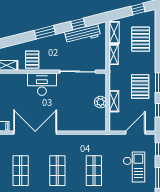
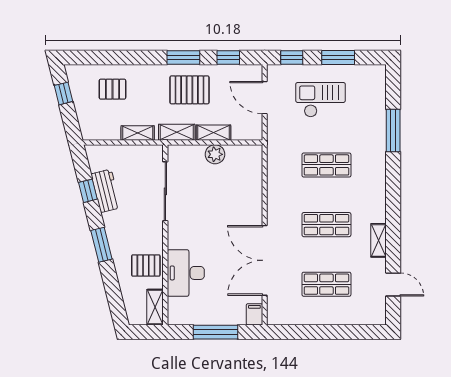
shelving: (114, 32) -> (177, 132), moved
workbench: (83, 34) -> (106, 191), width x0.73
pallet: (141, 39) -> (112, 89), width x0.67, depth x0.71
desk: (42, 84) -> (186, 273), moved

